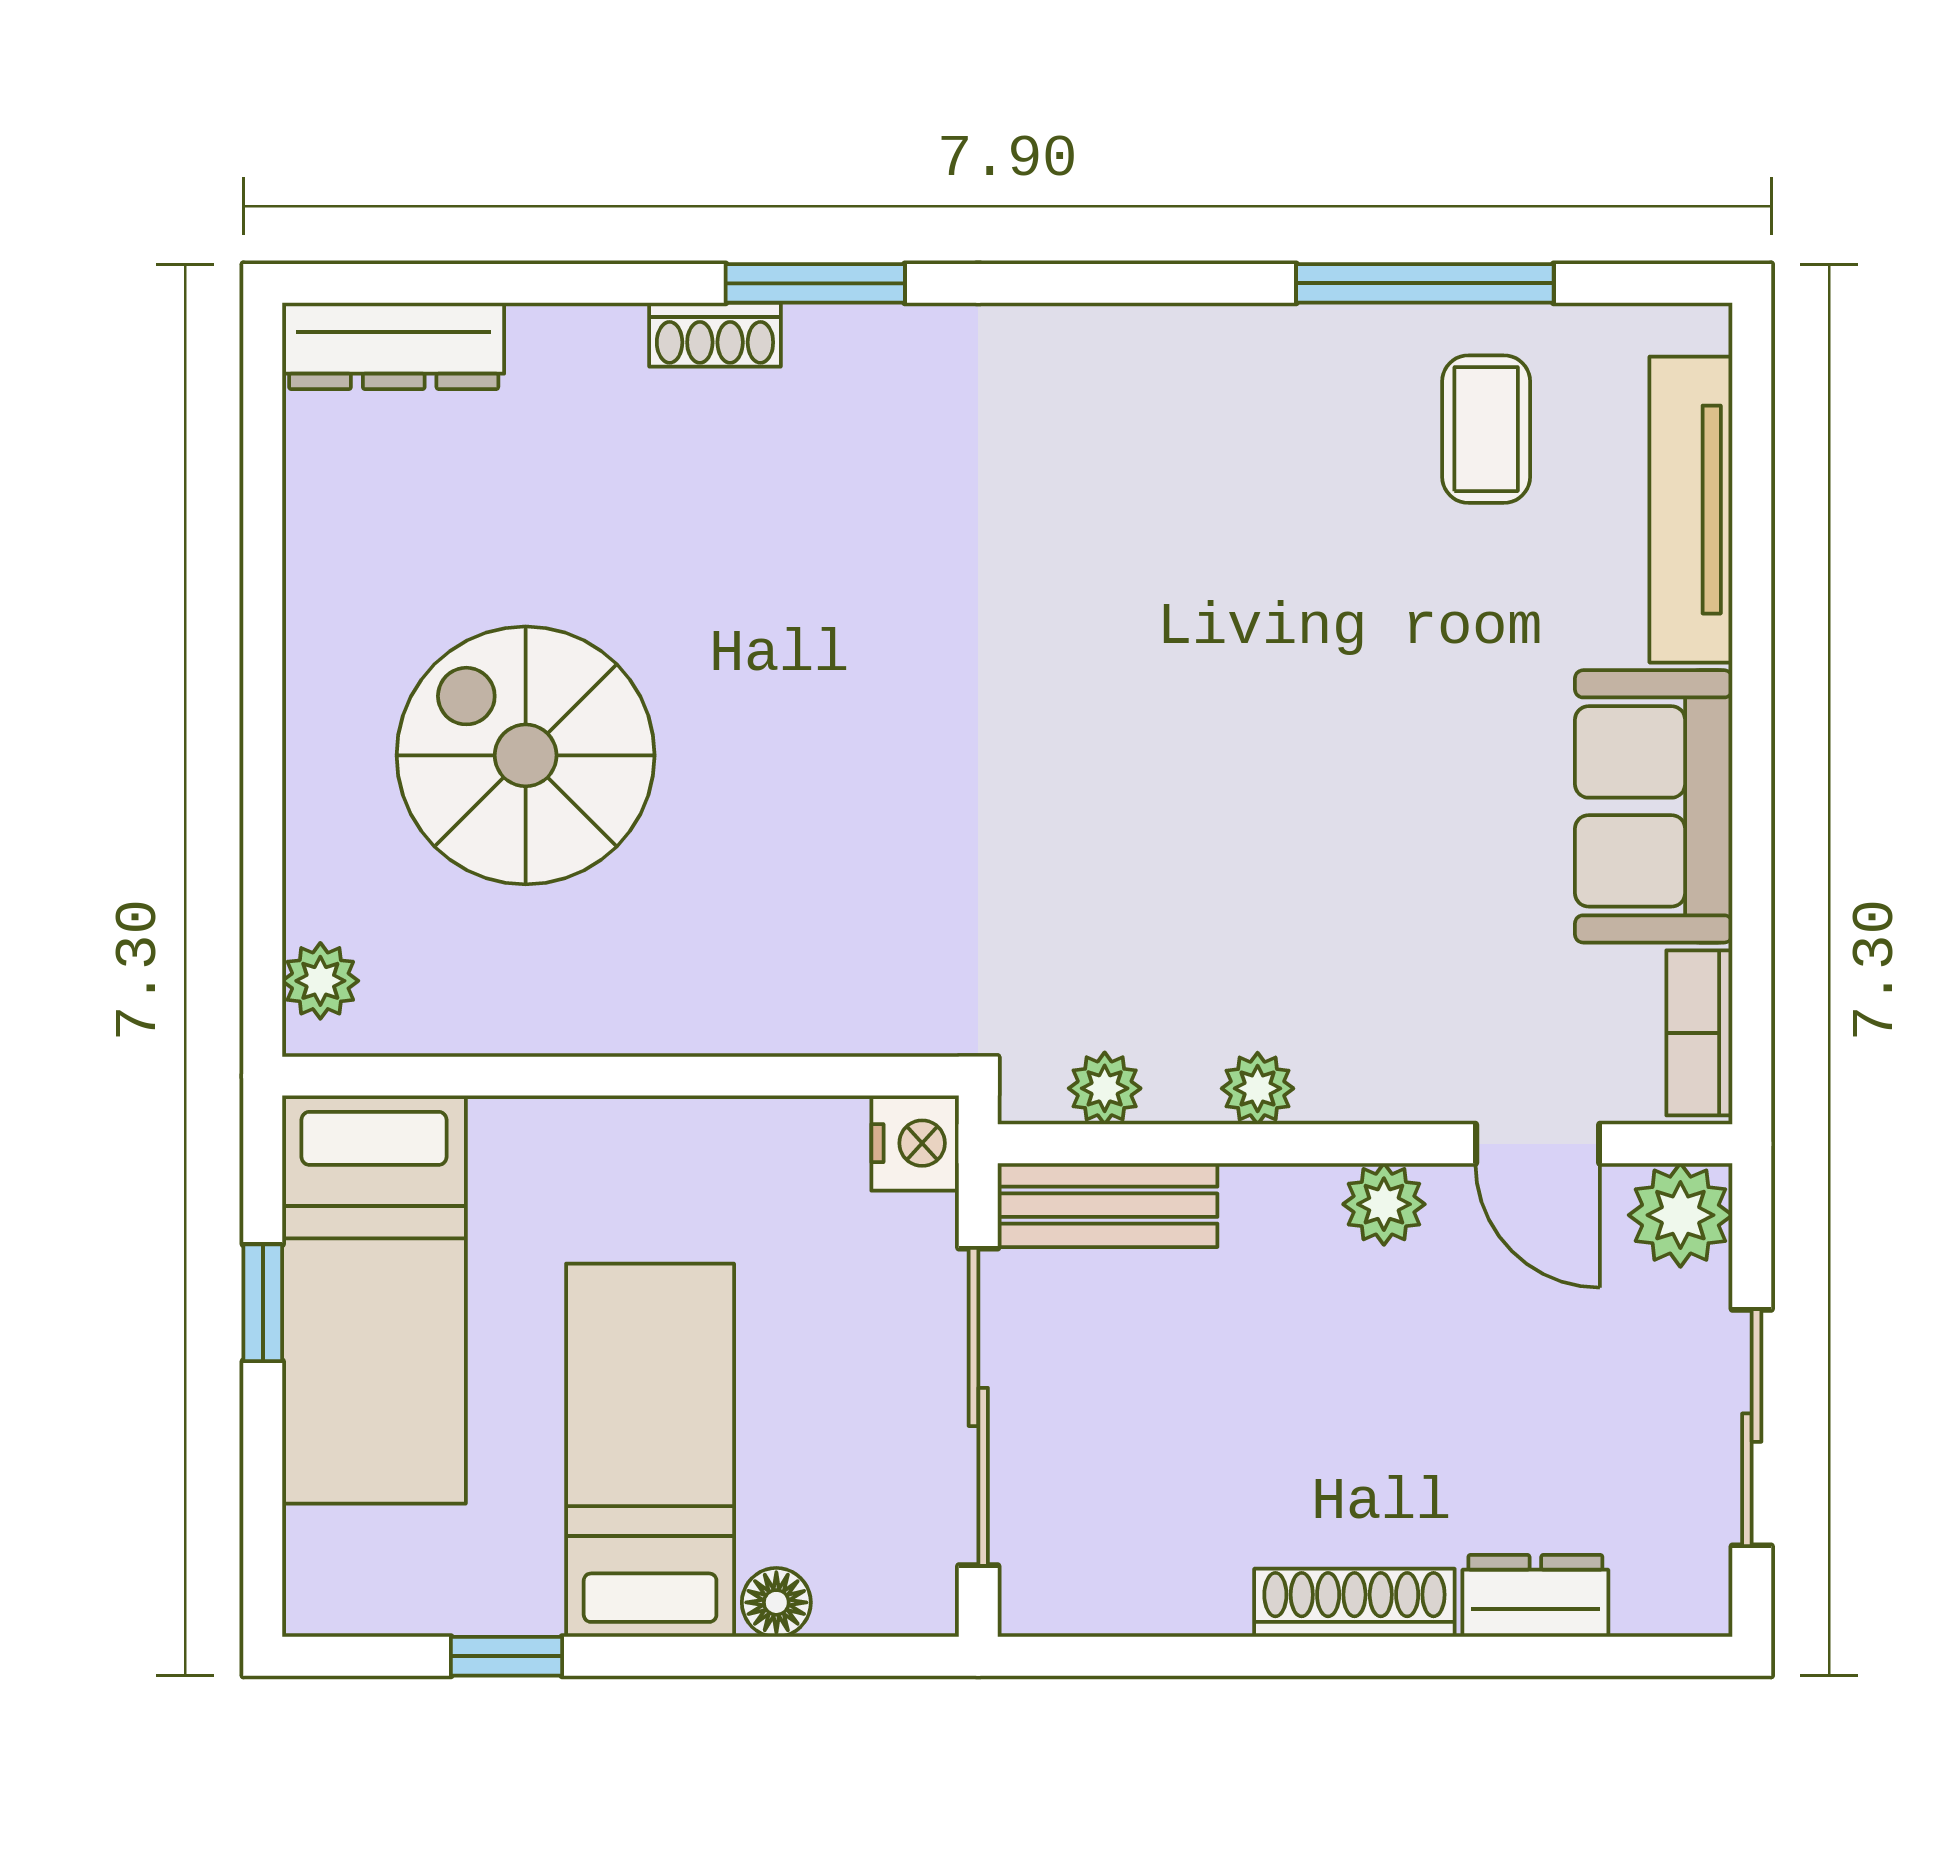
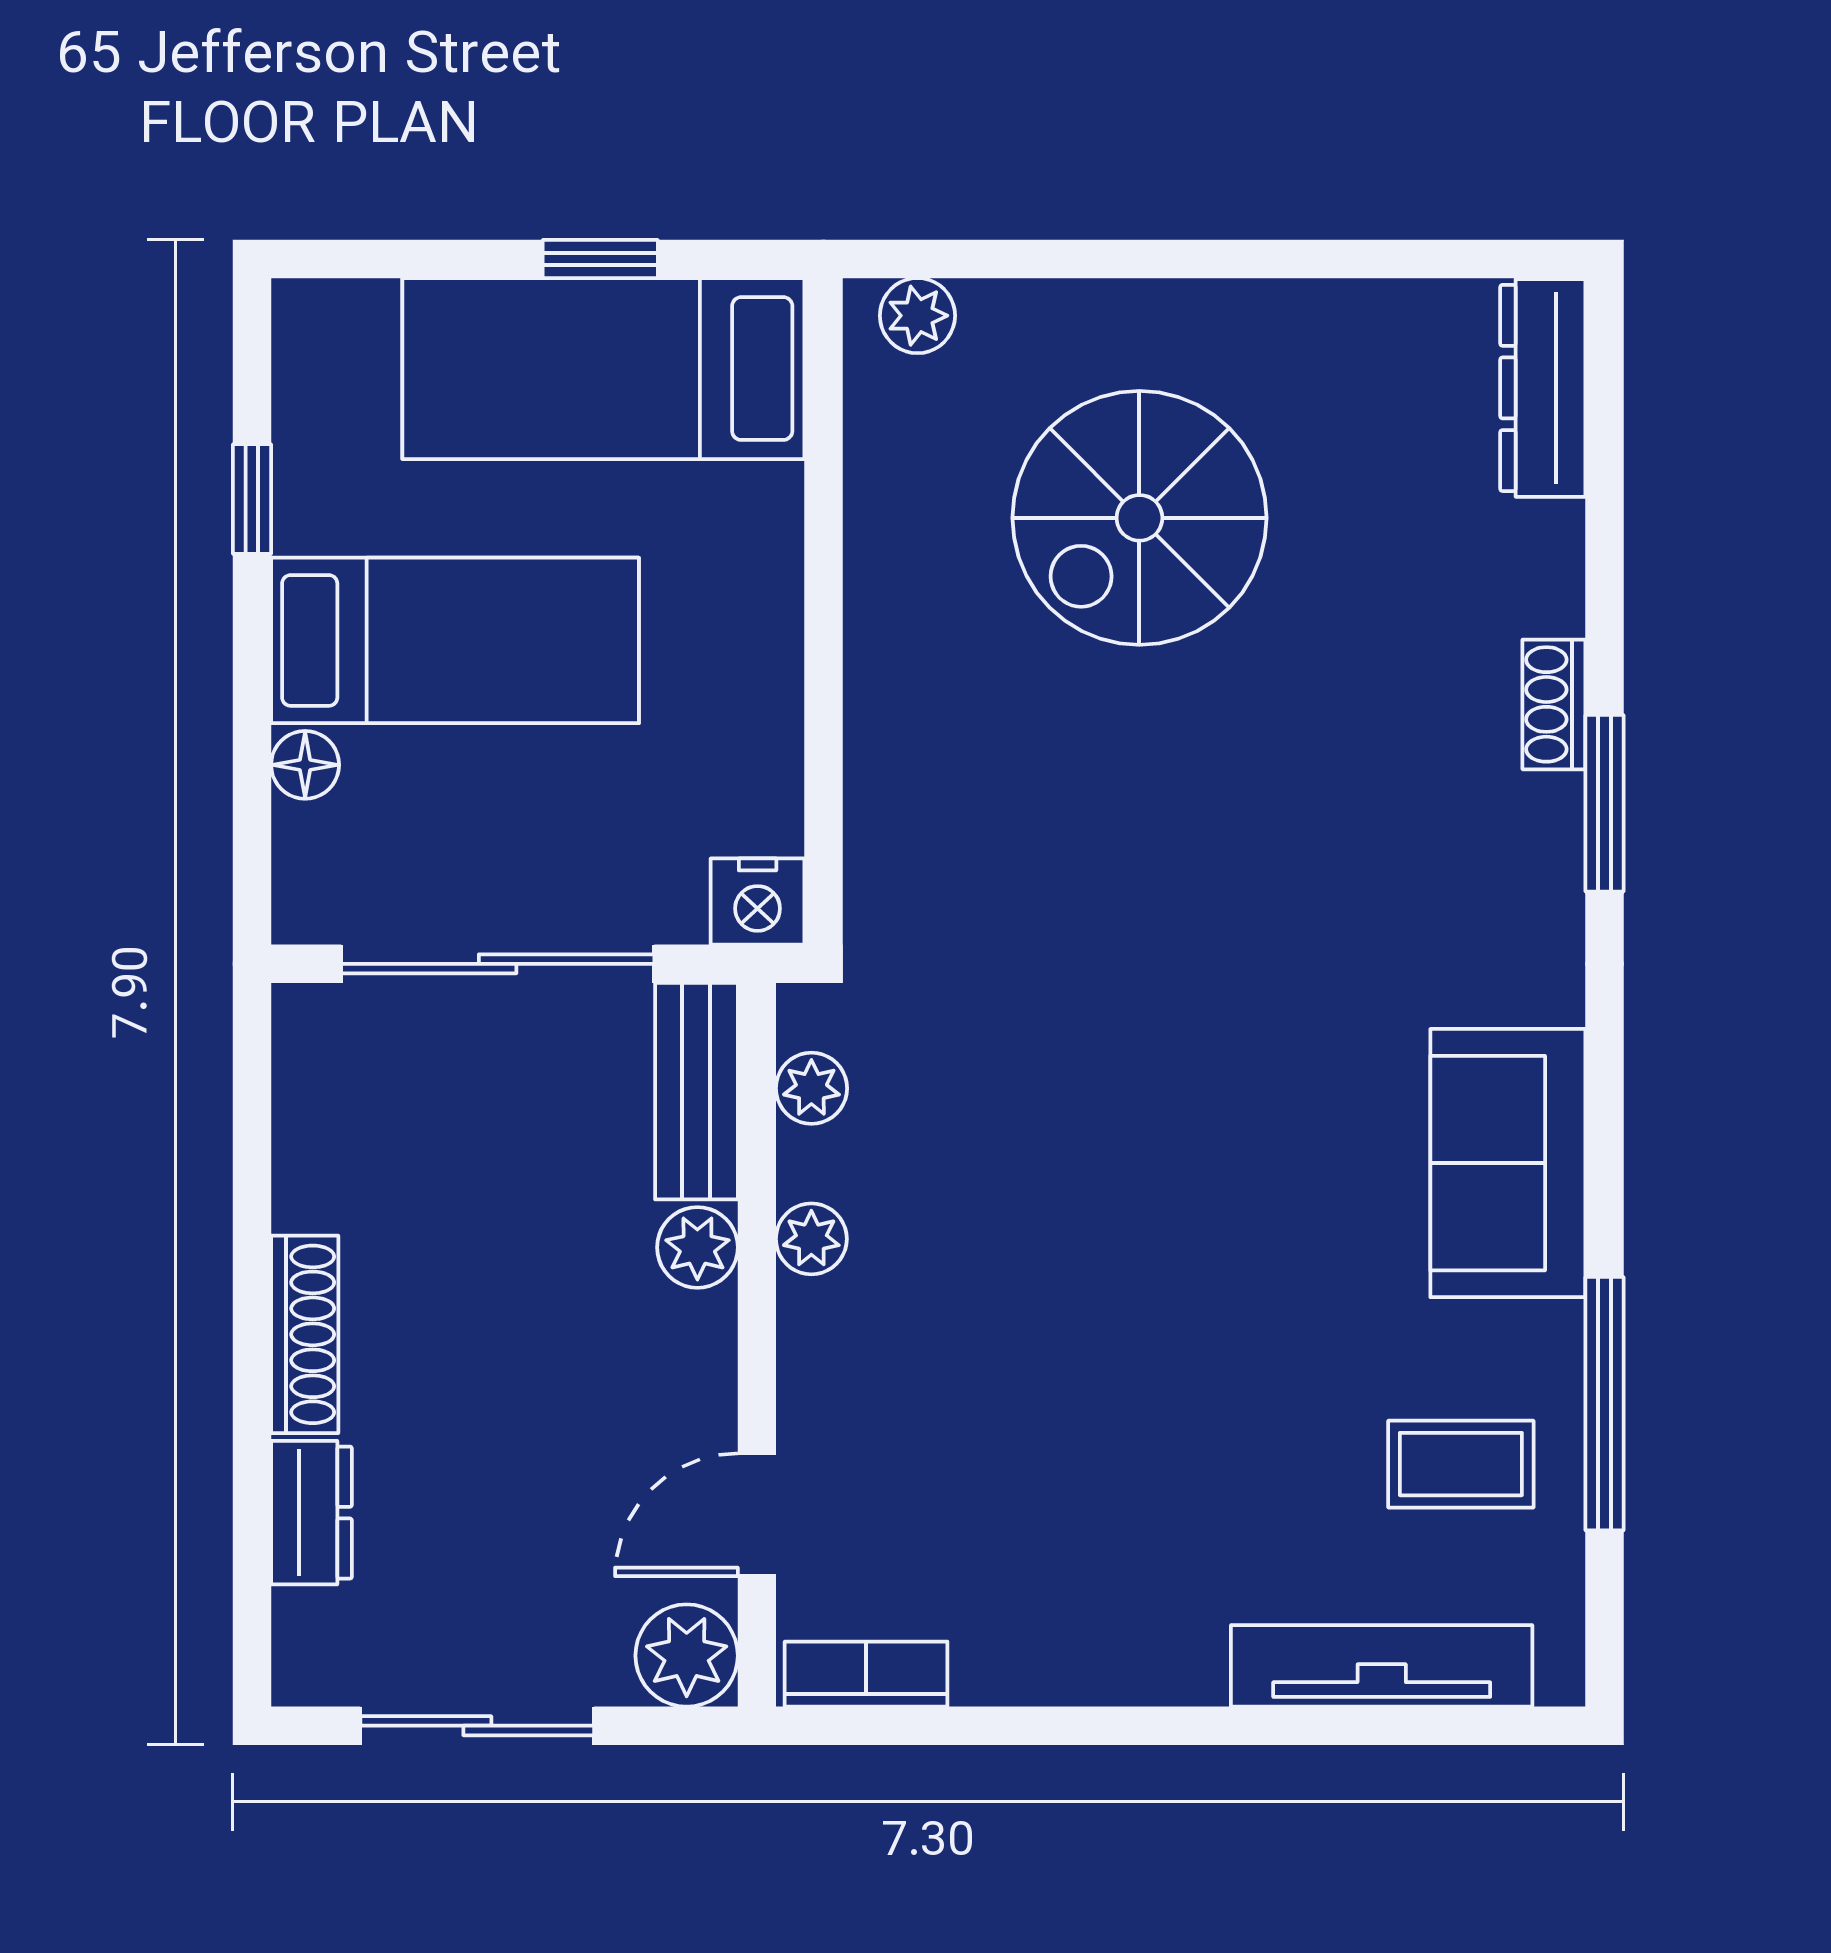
spiral stairs: (526, 755) -> (1139, 518), turned 180
sofa: (1654, 806) -> (1508, 1163), moved, turned -90
plant: (1384, 1204) -> (697, 1247), moved

